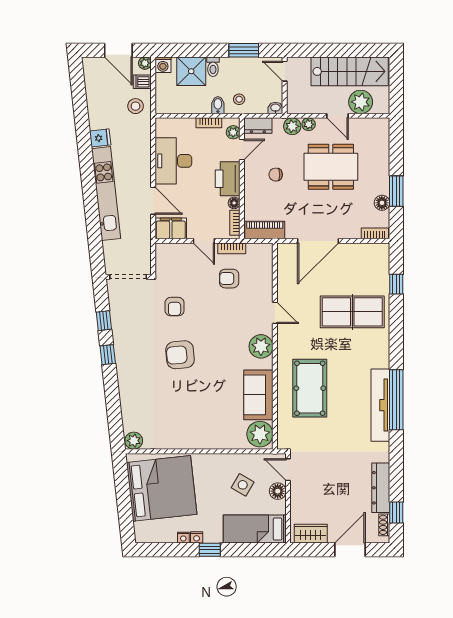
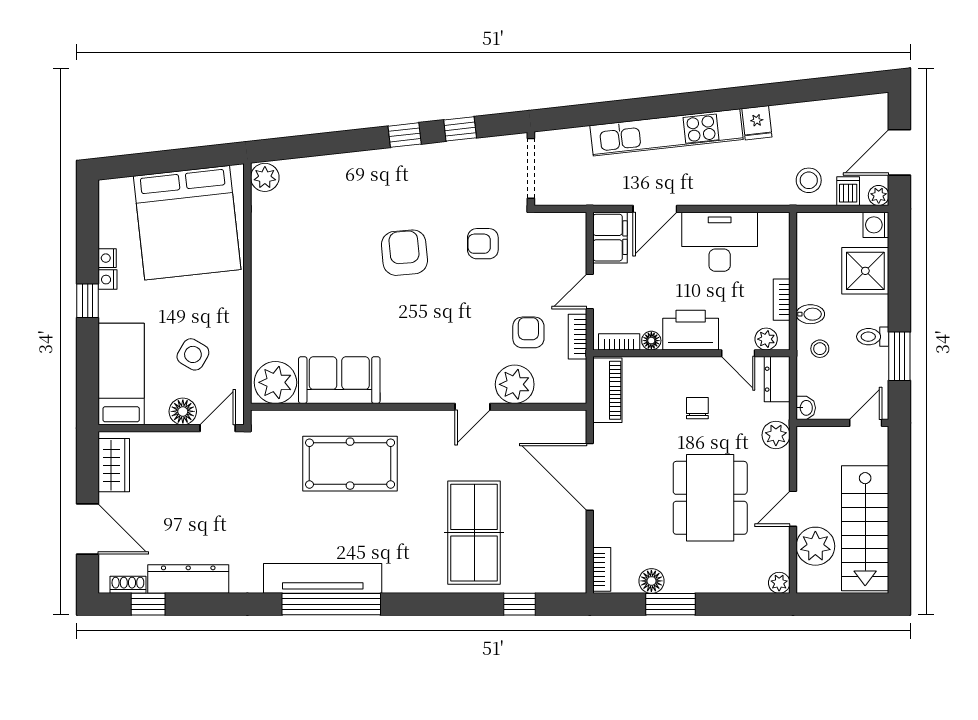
toilet: (213, 67) -> (873, 337), moved
plant: (309, 124) -> (779, 583), moved
plant: (261, 346) -> (515, 384), moved

